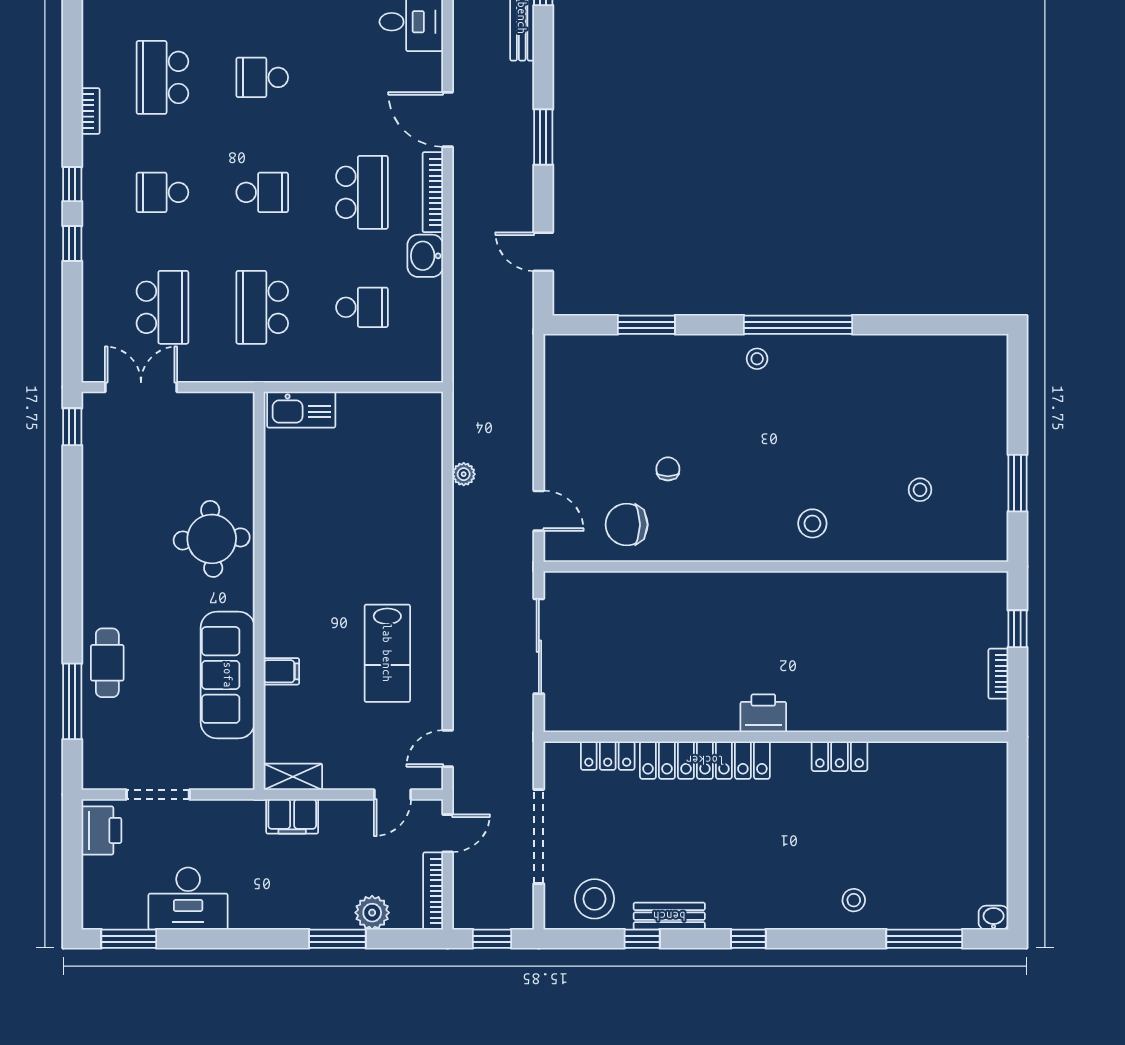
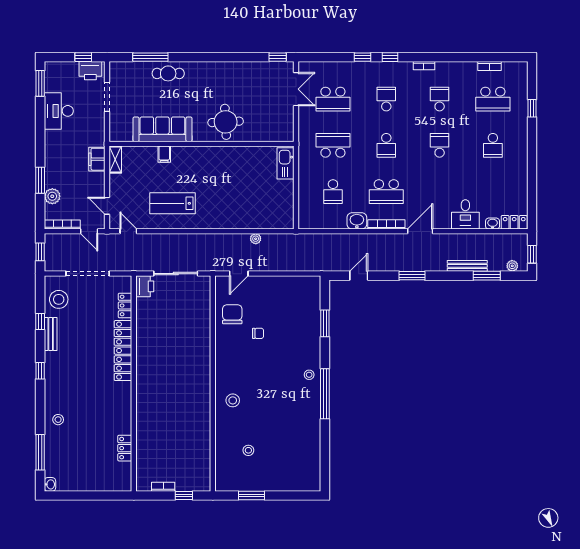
school desk: (162, 77) -> (440, 99), width x0.54
printer: (763, 713) -> (145, 286), moved
locker: (840, 756) -> (125, 448), moved
window: (72, 846) -> (83, 57), added

